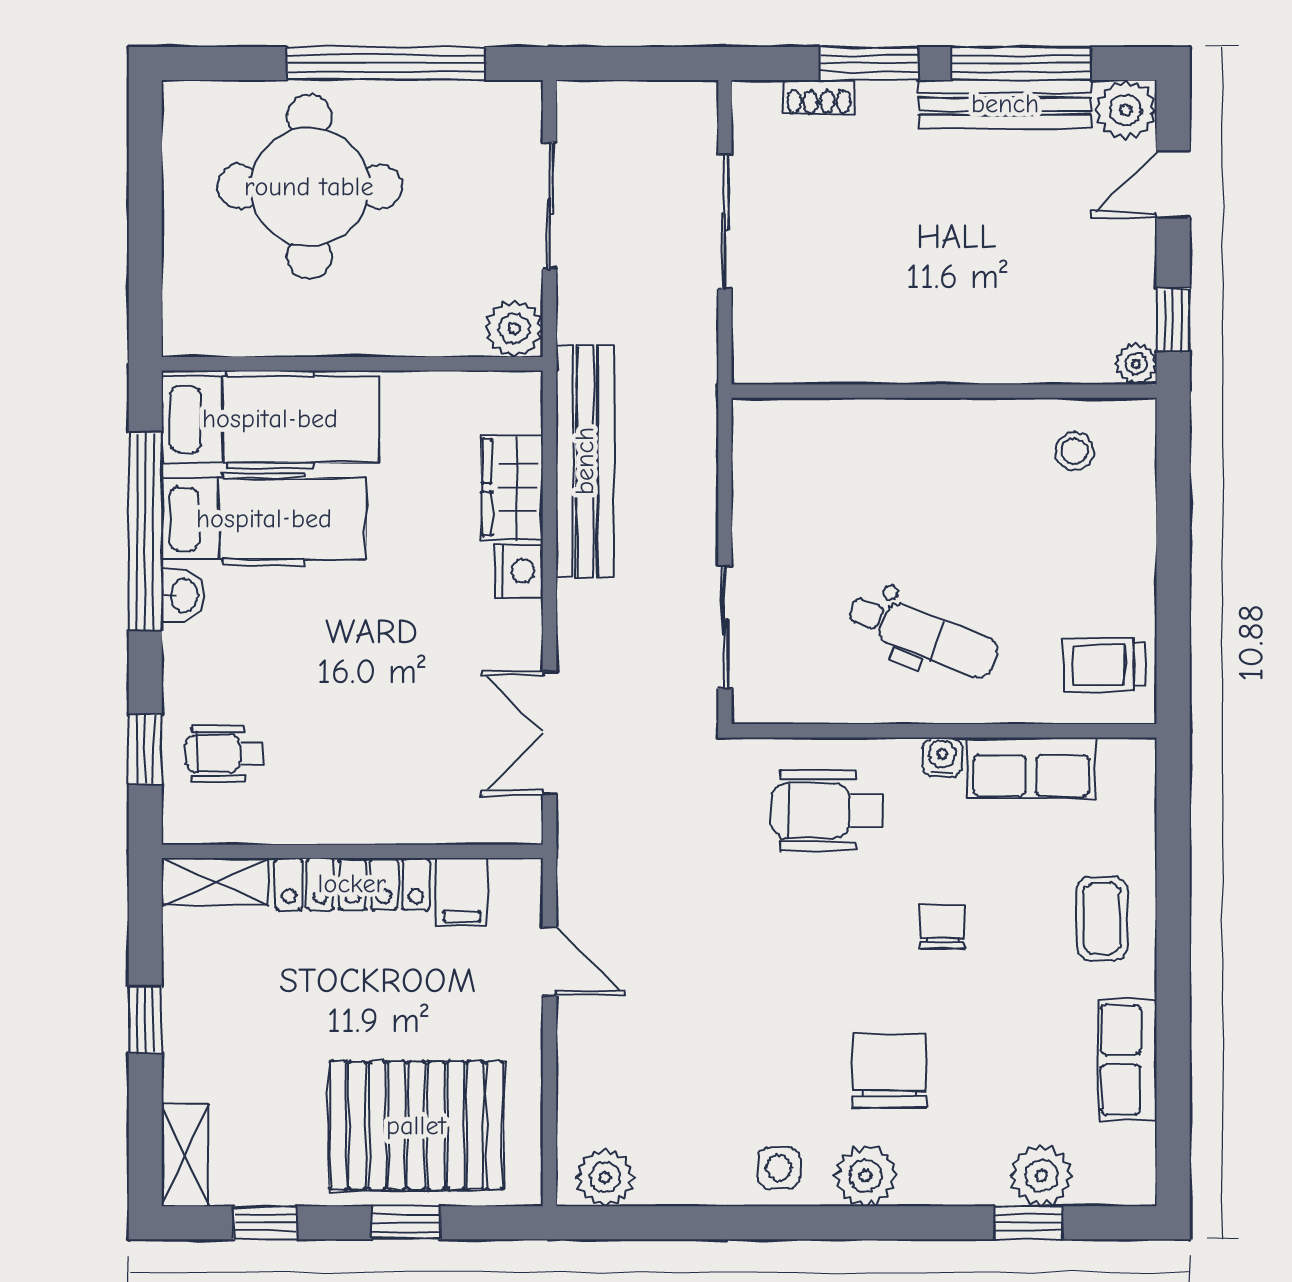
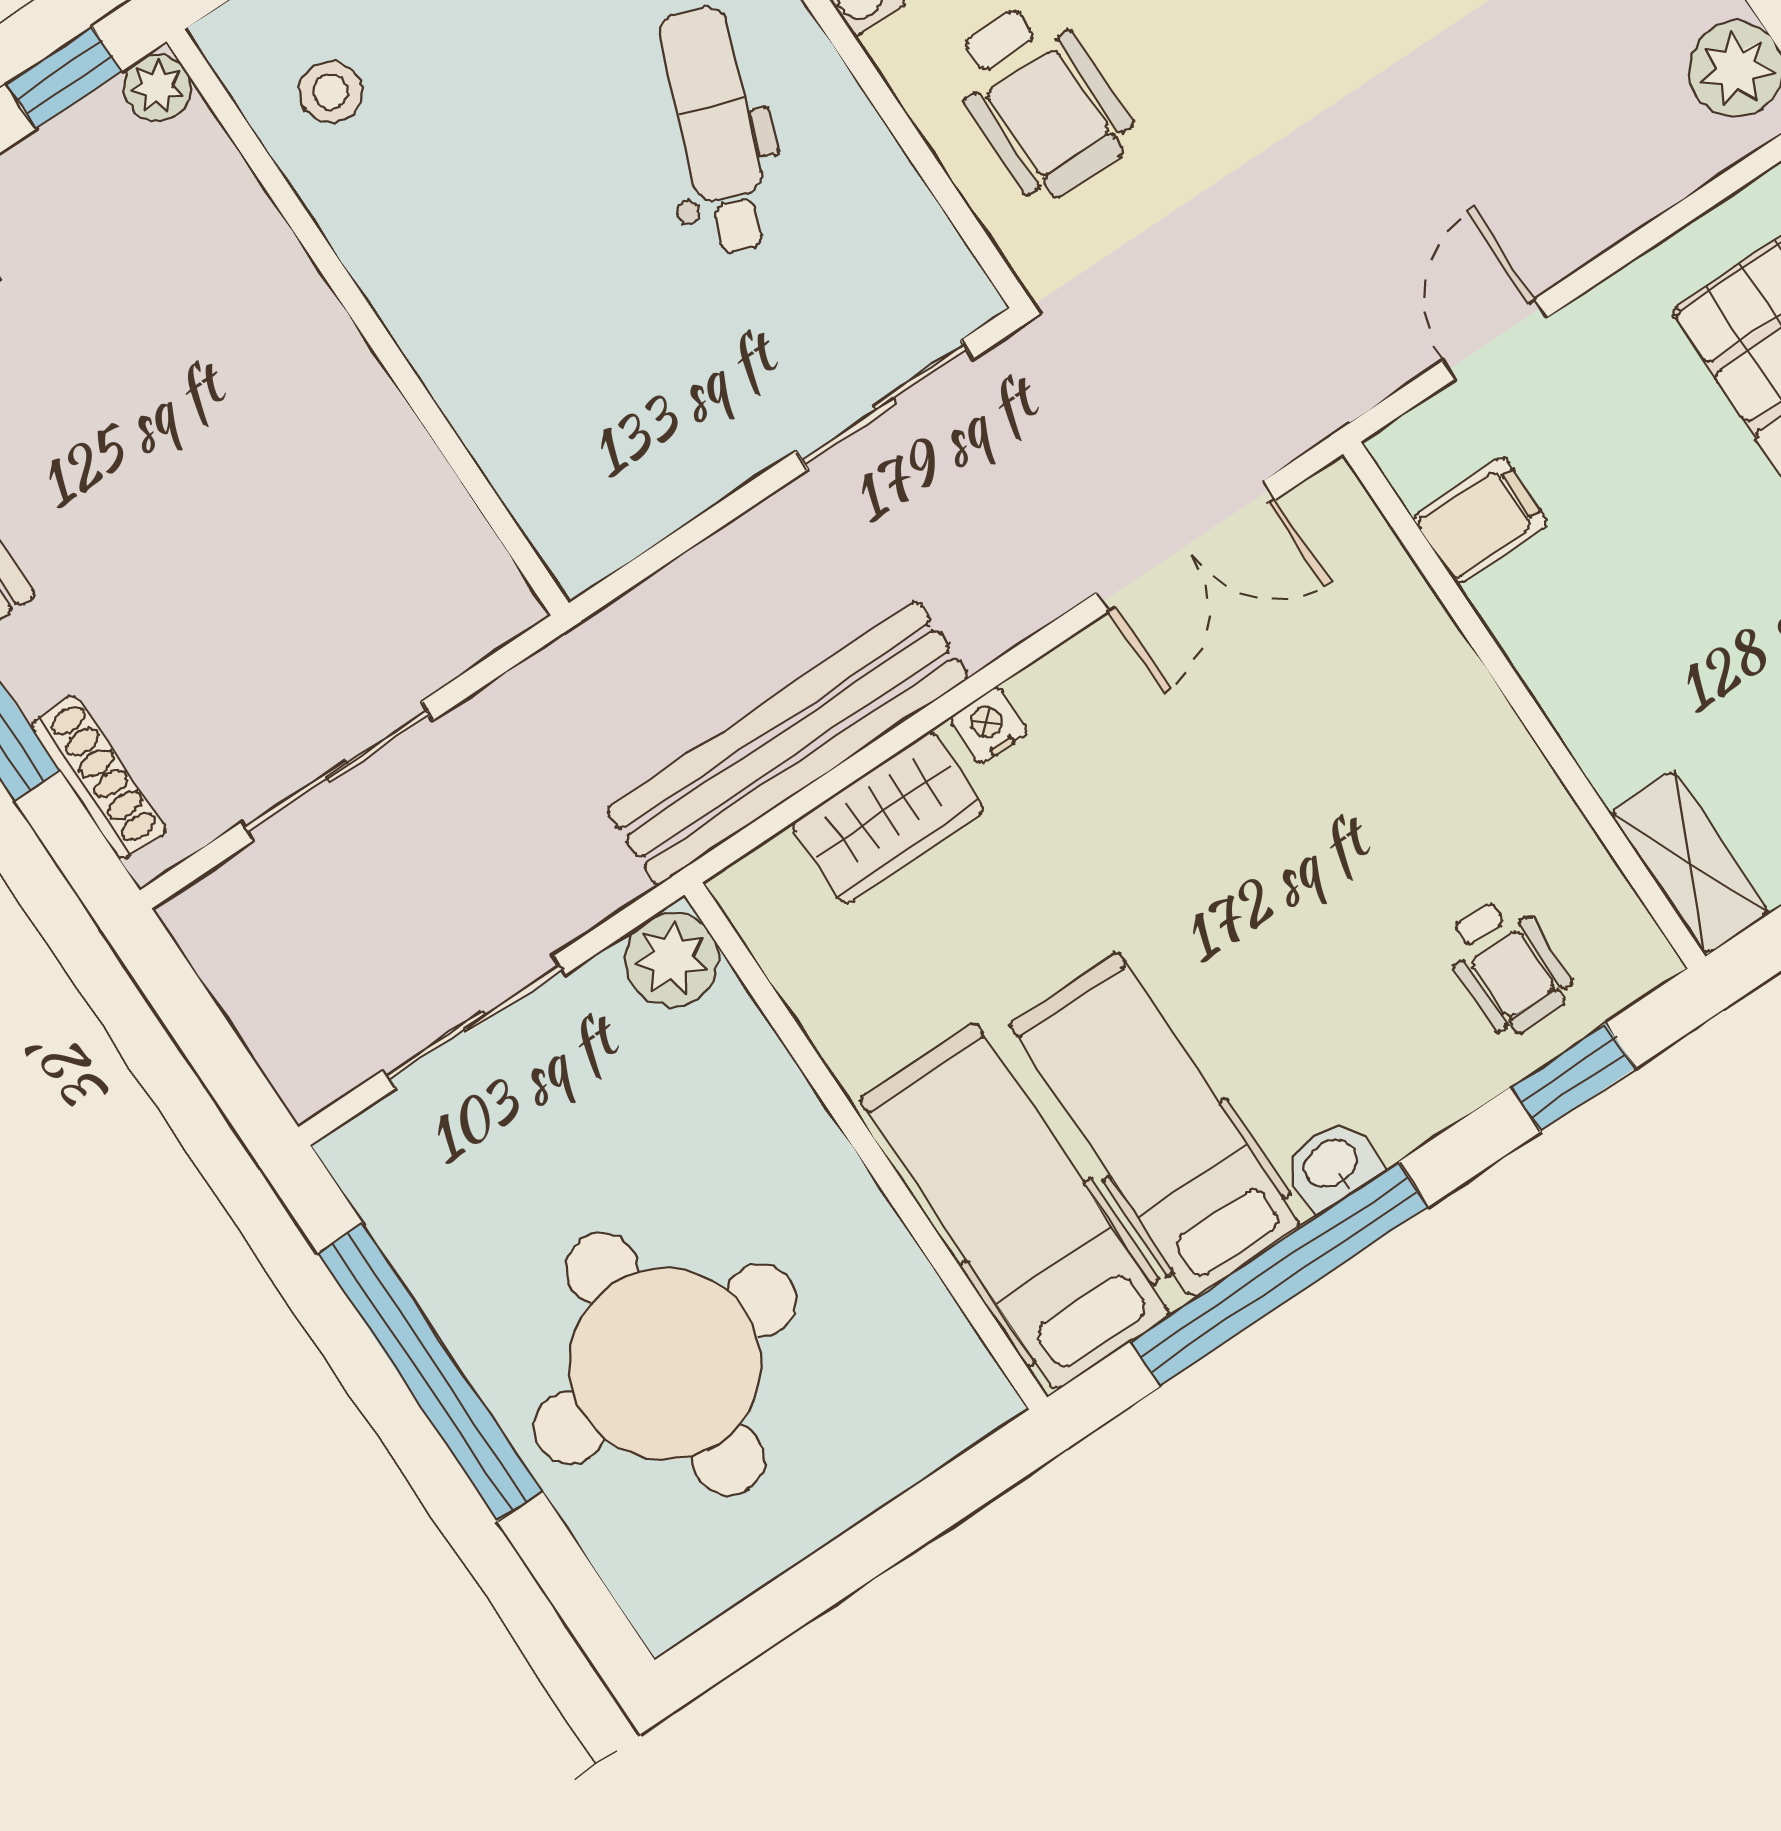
shoe rack: (819, 97) -> (98, 777), width x1.43
nightstand: (519, 571) -> (989, 725), width x0.72, depth x0.74
locker: (352, 884) -> (1569, 676), removed

